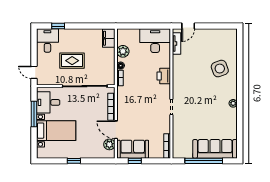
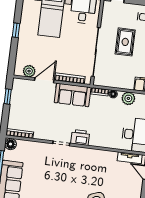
printer: (164, 76) -> (80, 137), moved
sofa: (133, 149) -> (73, 95), moved, turned 90
floor lamp: (178, 153) -> (11, 144), added

